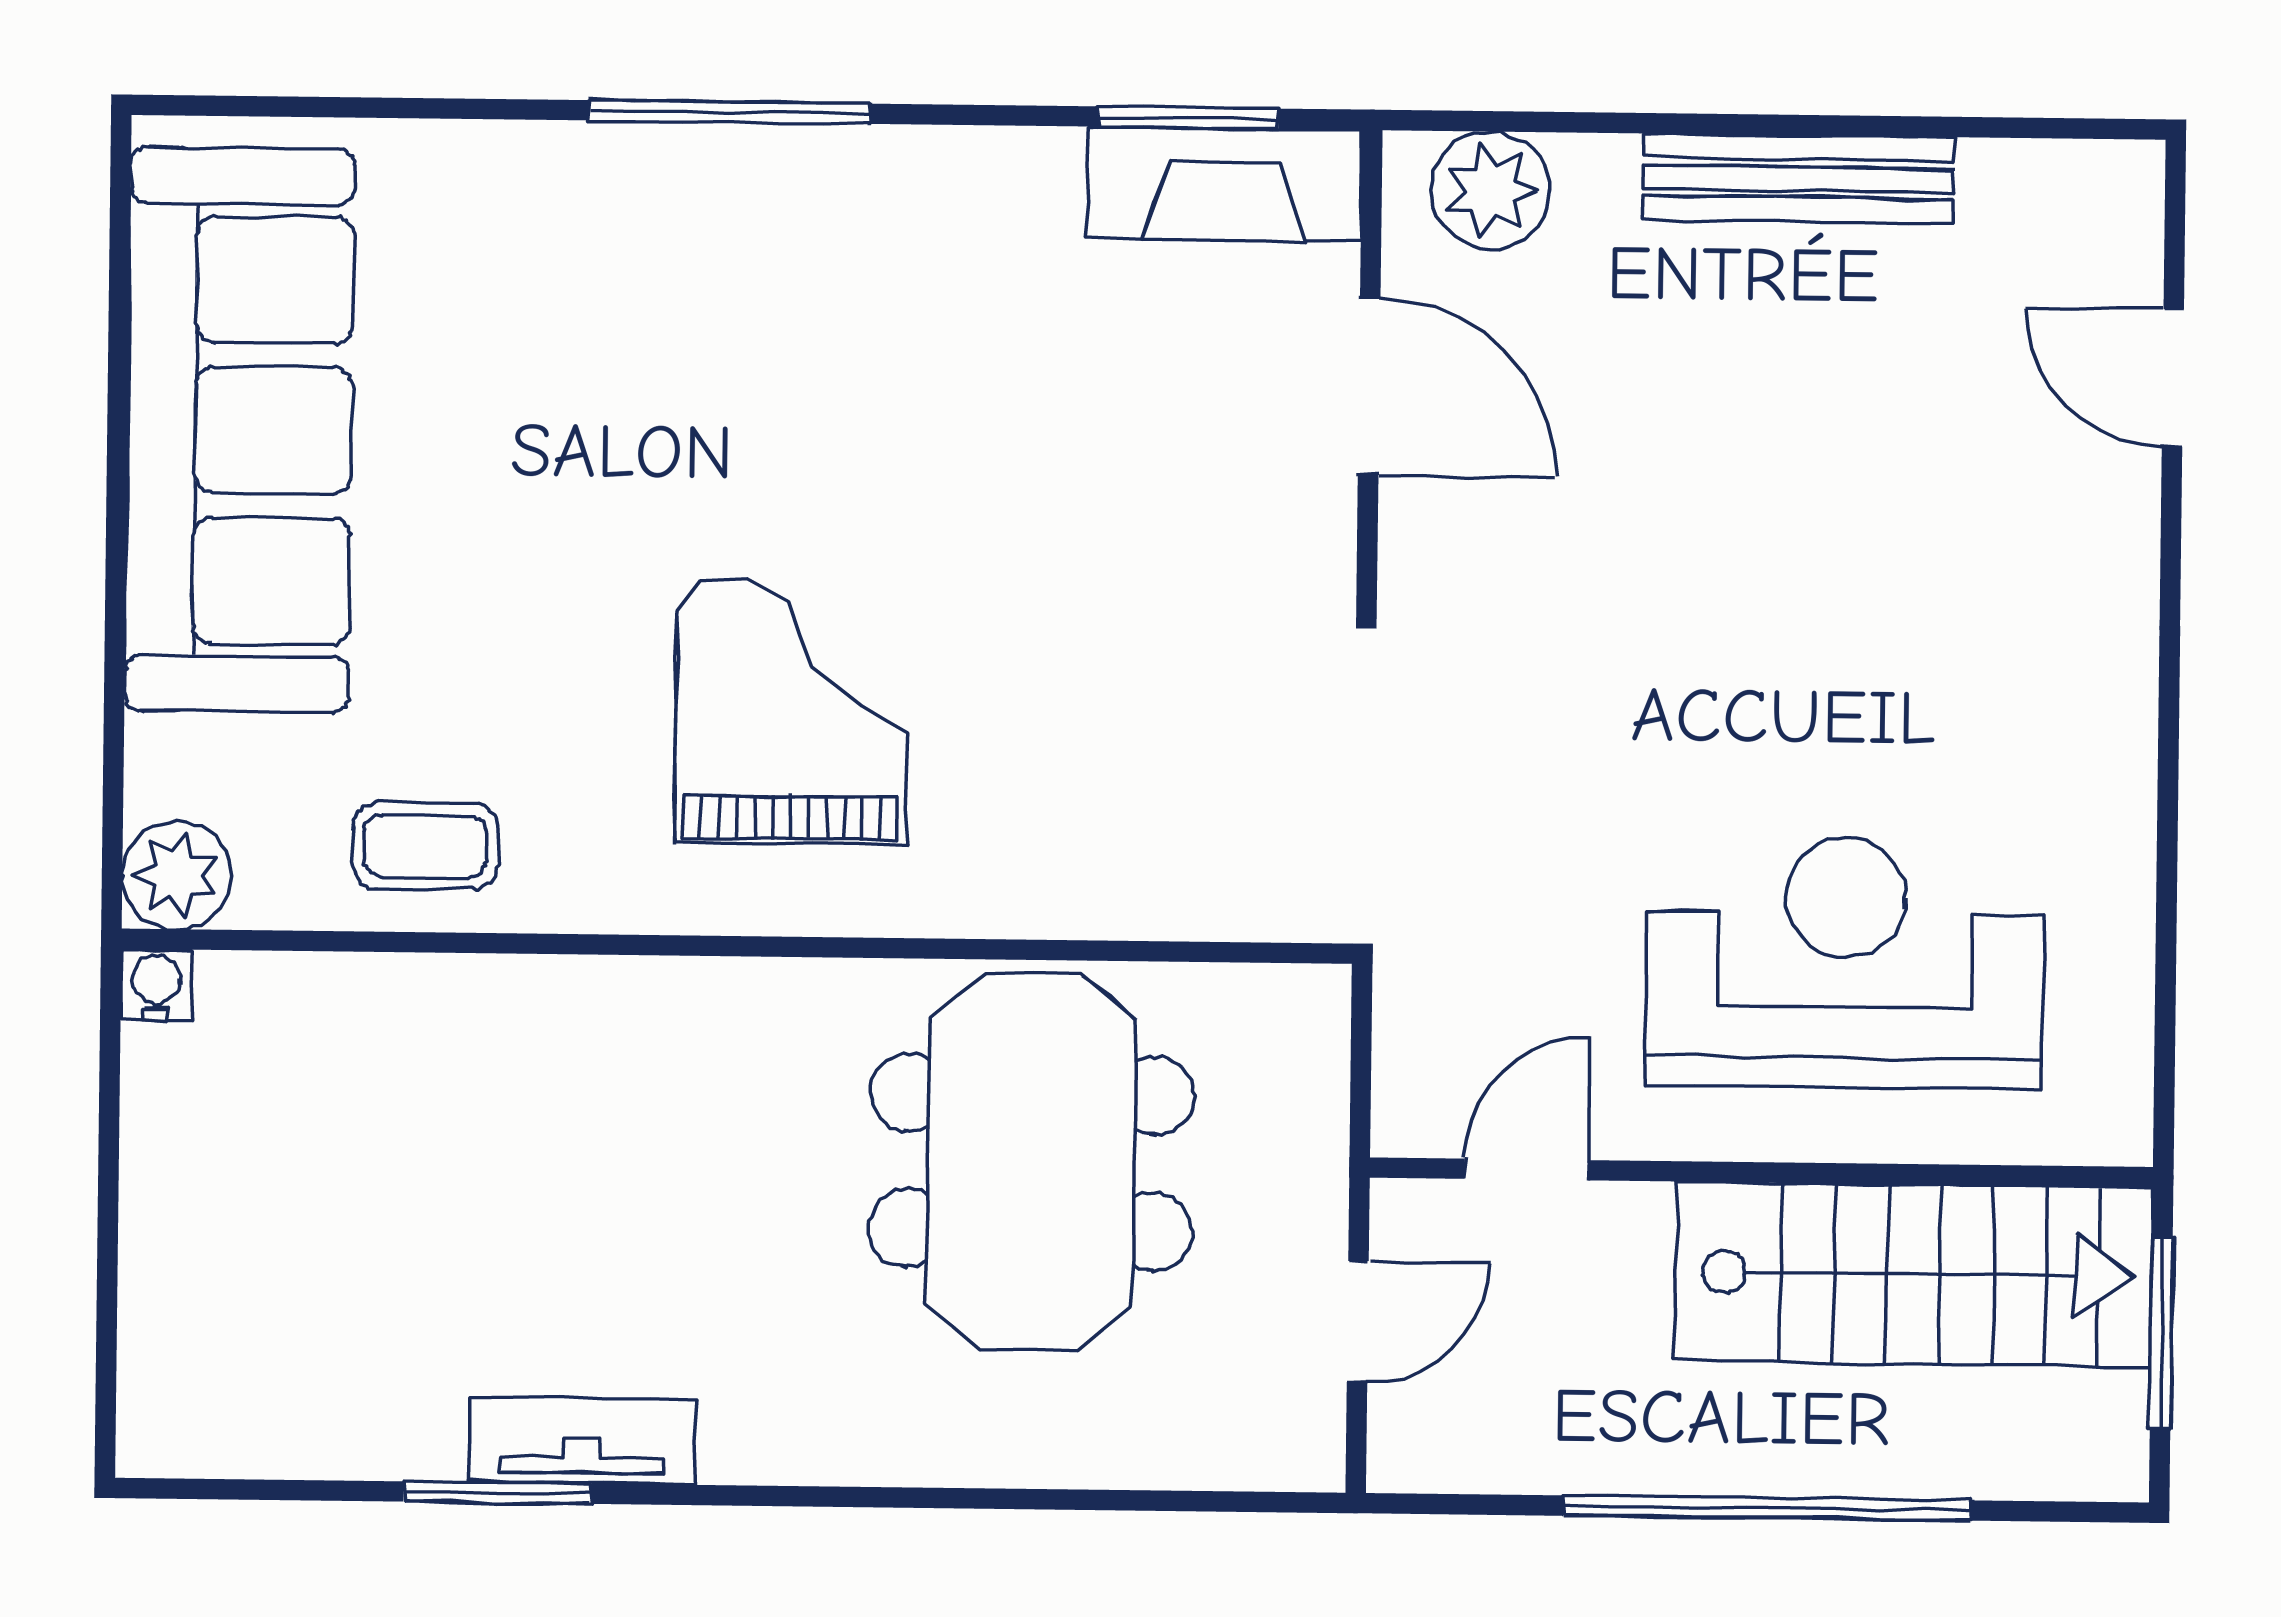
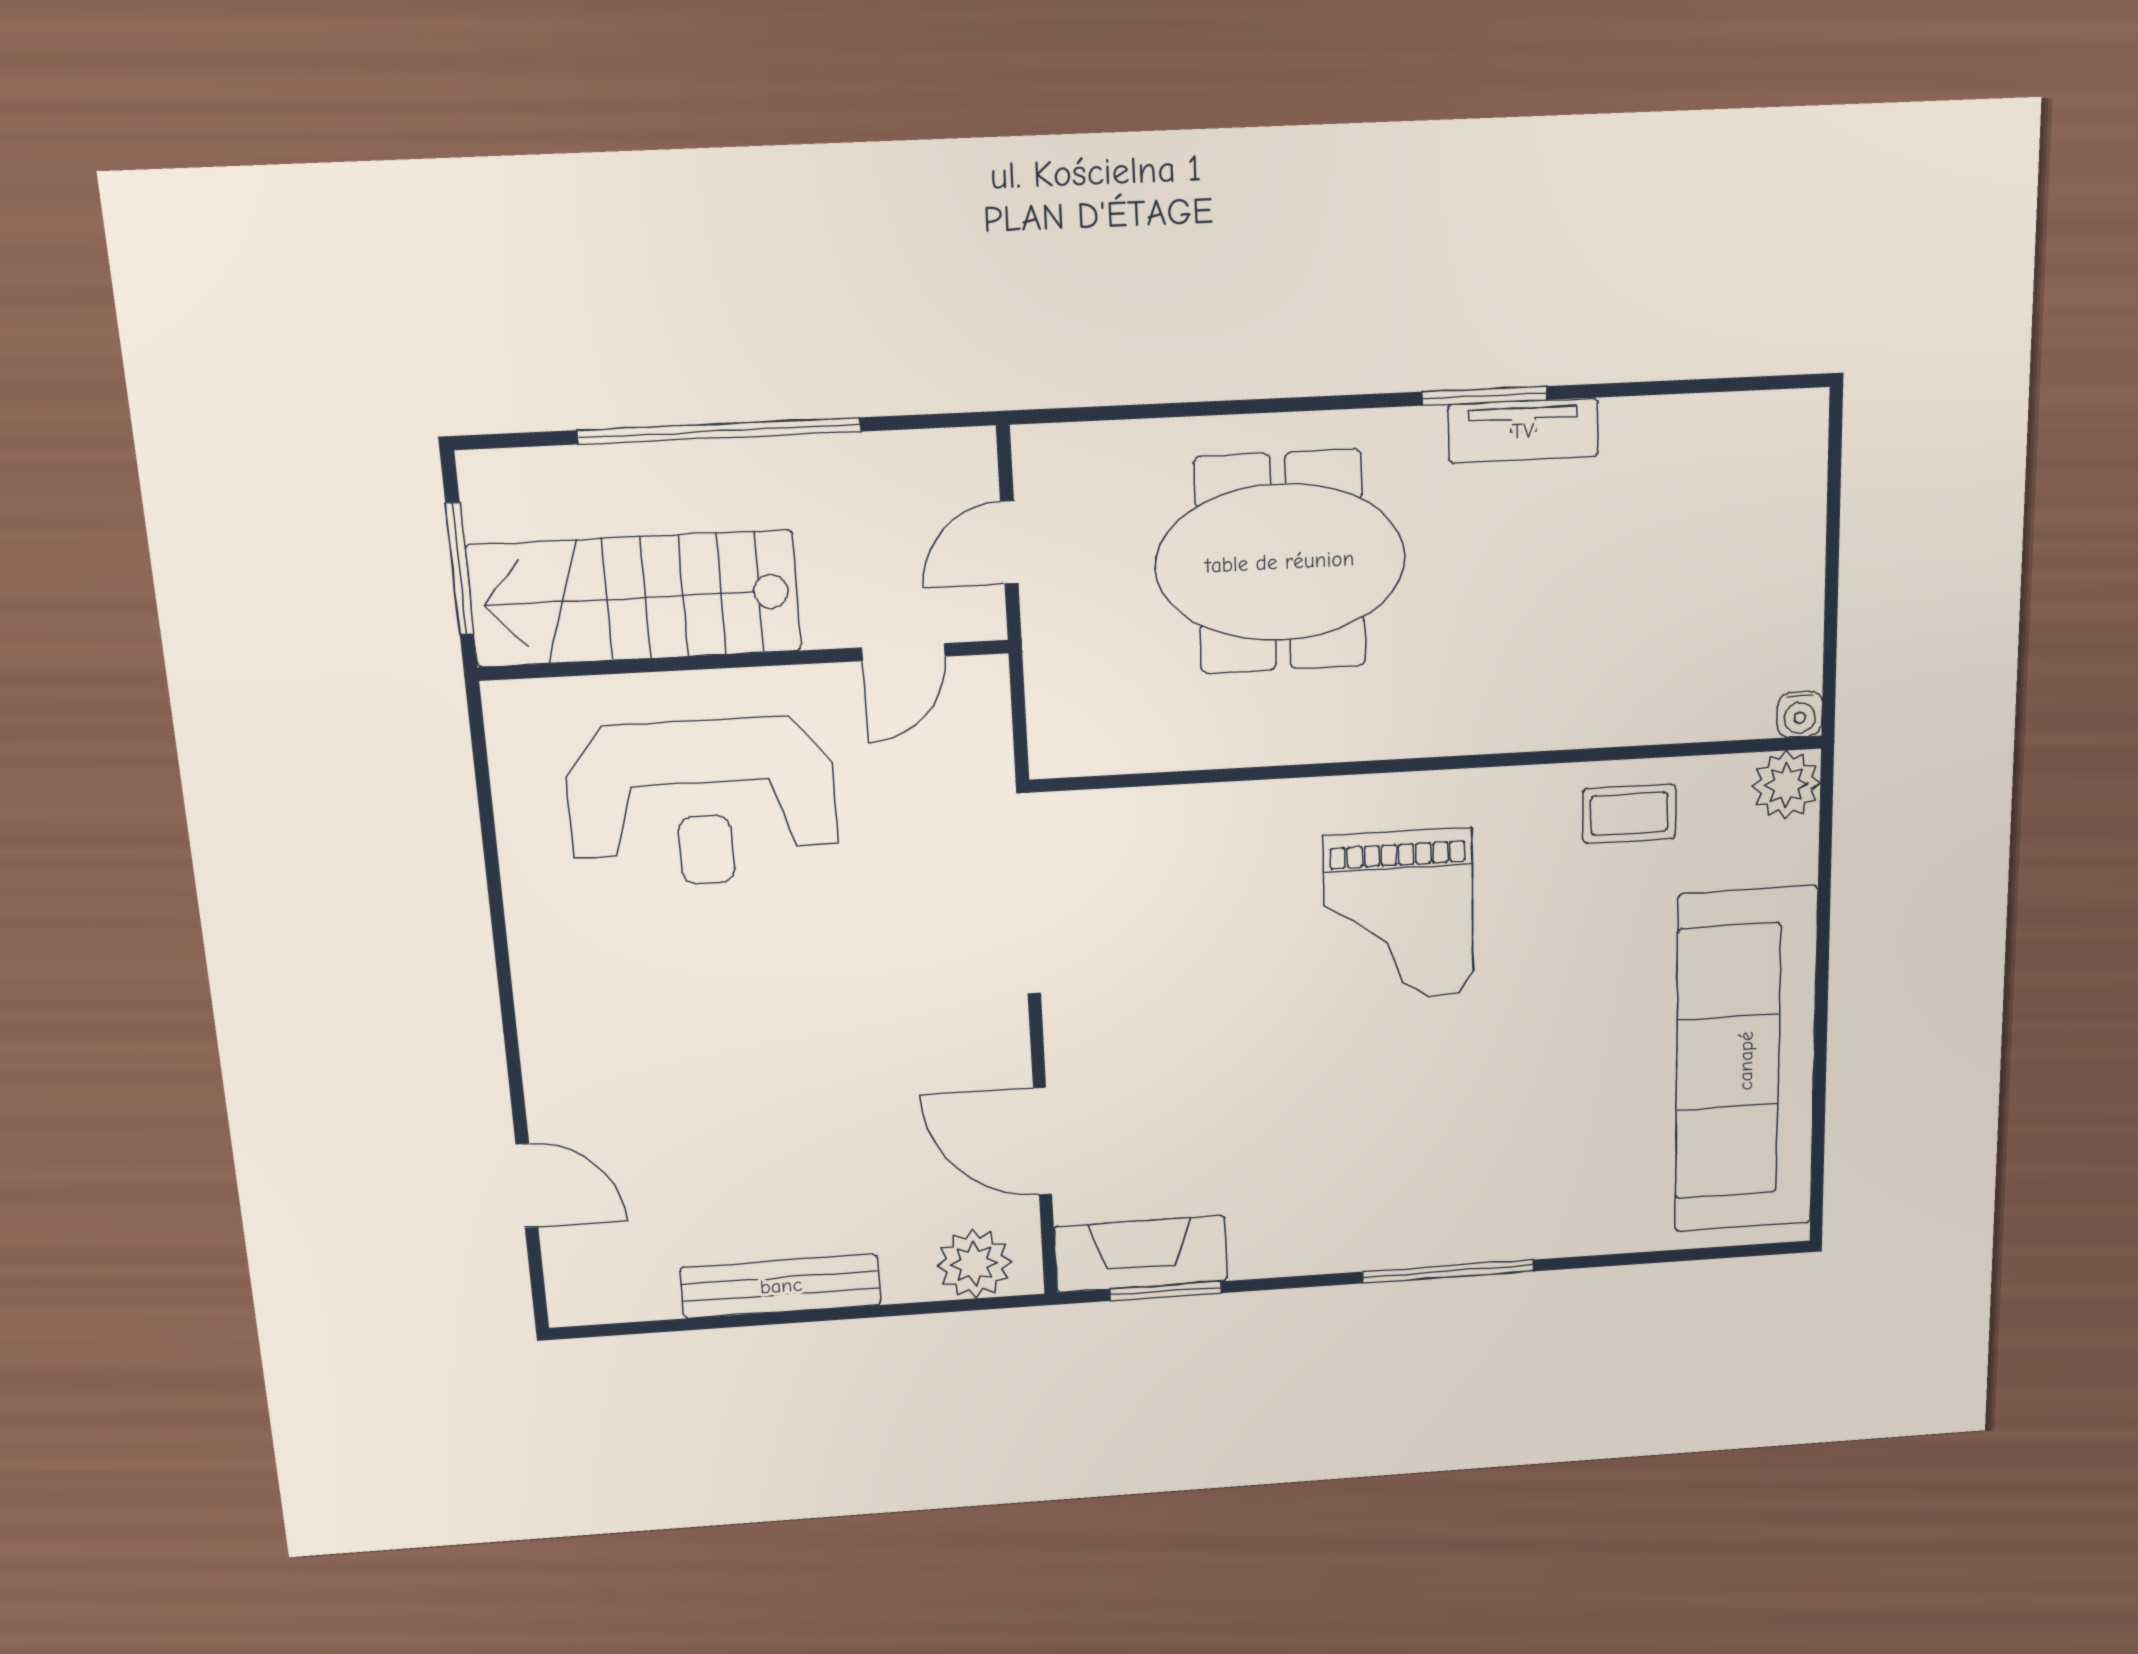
meeting table: (1031, 1162) -> (1280, 562), moved, turned 90
window: (497, 1493) -> (1485, 396), moved

